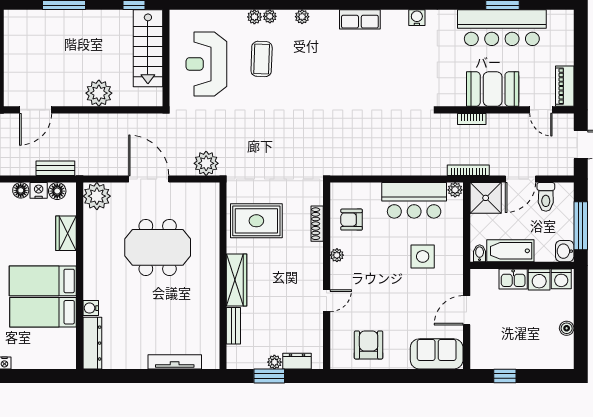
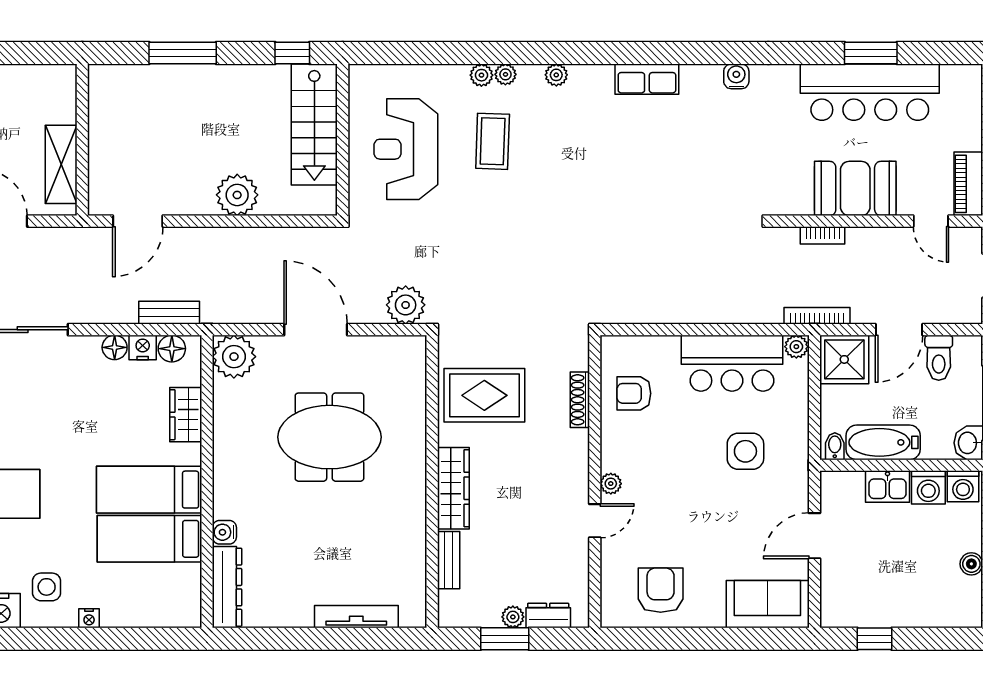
plant: (337, 255) -> (611, 484), moved

